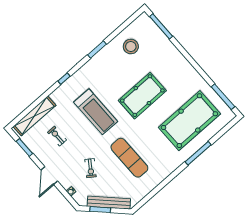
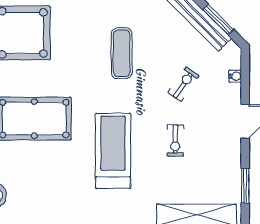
exercise bike: (57, 136) -> (175, 141), moved
exercise mat: (129, 158) -> (122, 53), width x0.73, depth x0.69

